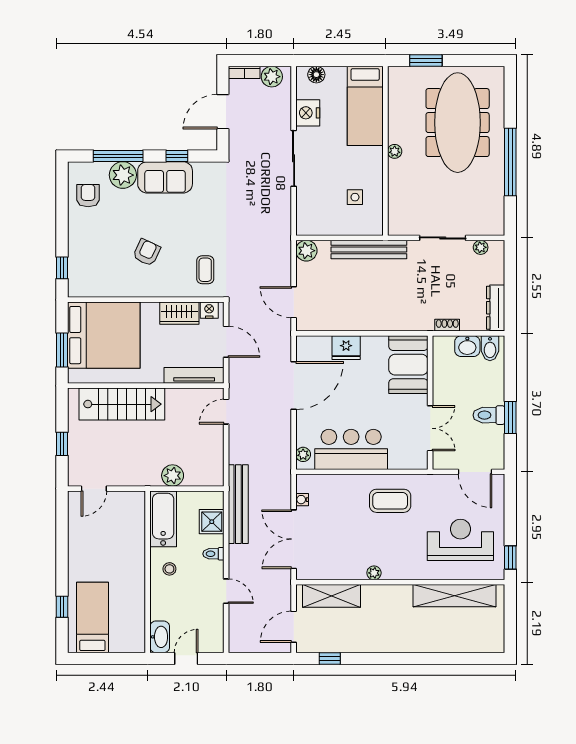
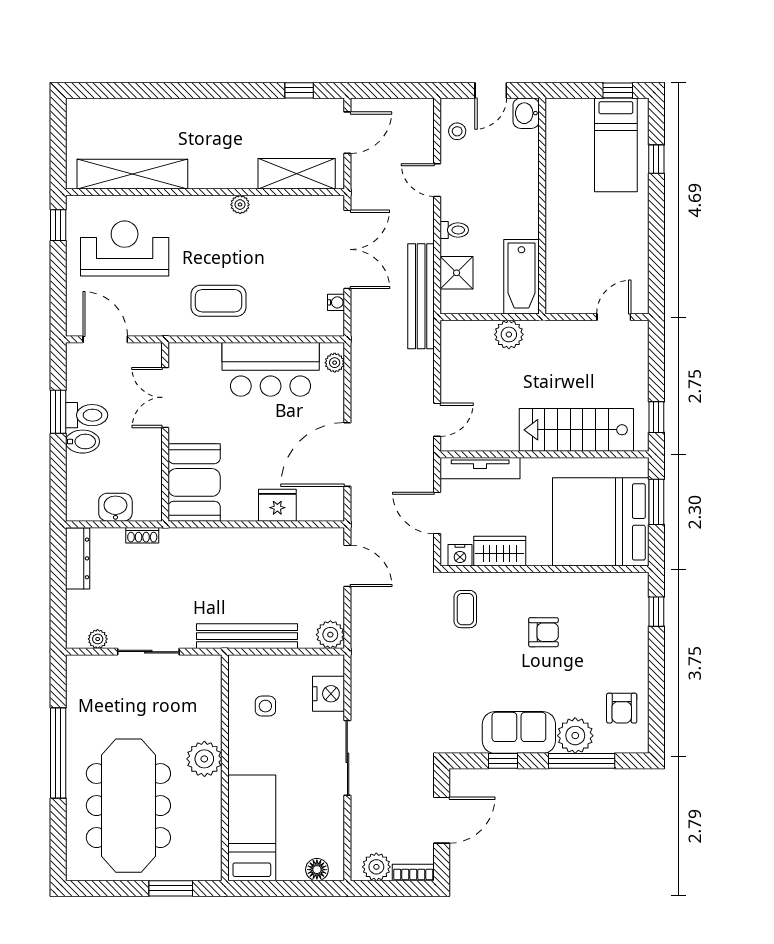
nightstand: (308, 113) -> (328, 694), moved
plant: (395, 151) -> (204, 759), width x1.88, depth x1.88
armchair: (147, 252) -> (543, 632), turned -115
bidet: (490, 348) -> (83, 442), moved, turned 90
window: (62, 444) -> (656, 417), moved
reception desk: (460, 540) -> (125, 249), turned 180
stool: (169, 569) -> (457, 131), moved
washbasin: (160, 637) -> (526, 113), width x0.72
window: (91, 658) -> (618, 90), added

